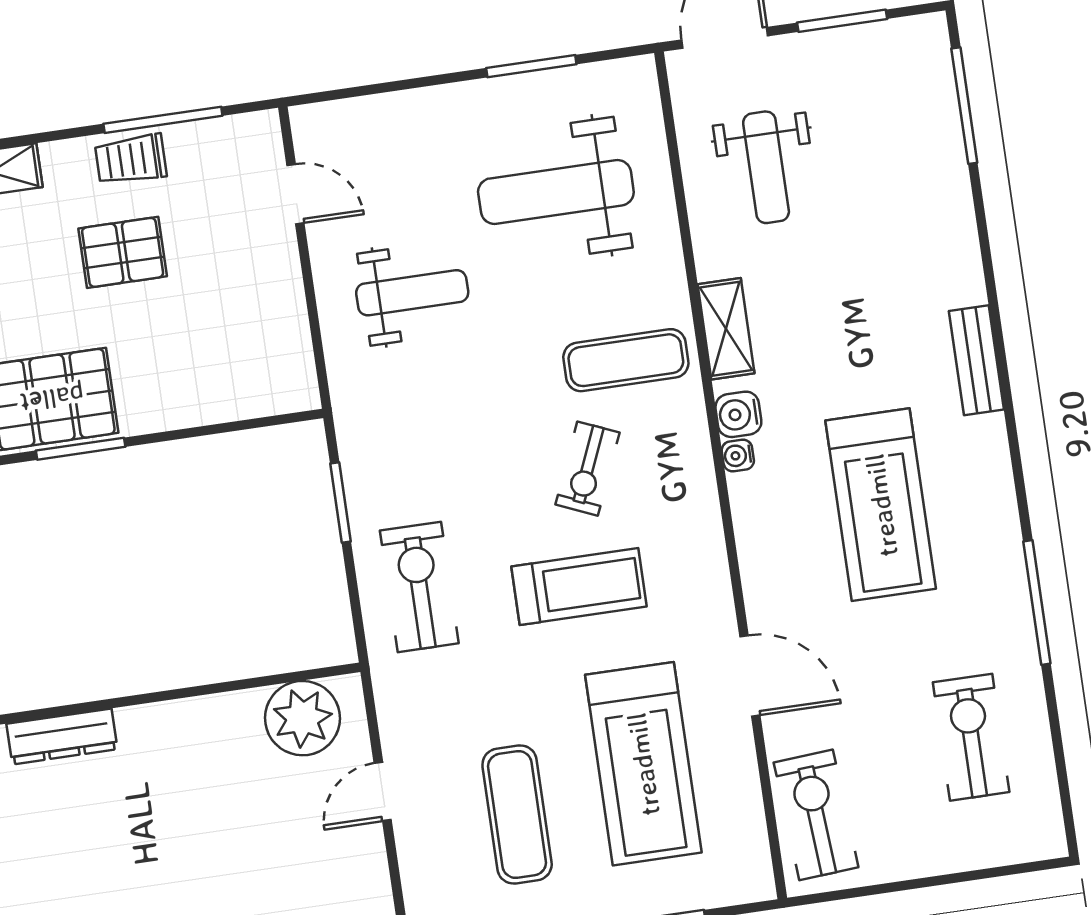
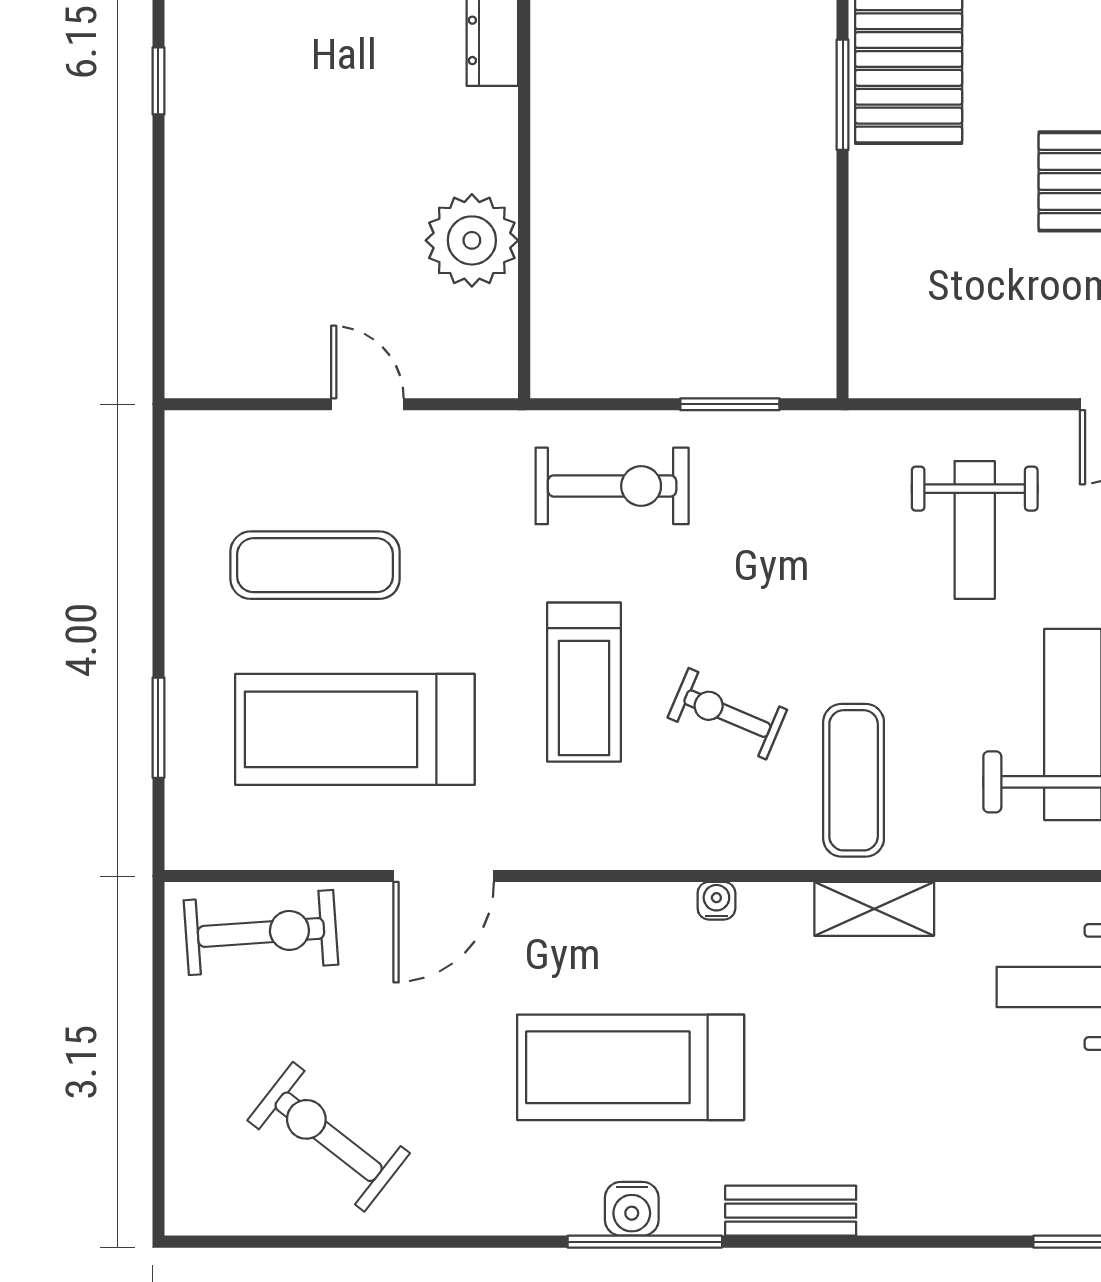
water cooler: (738, 414) -> (632, 1209), moved, turned 180
window: (1037, 603) -> (645, 1242), moved
plant: (302, 718) -> (472, 240), moved
exercise bike: (971, 737) -> (329, 1137), turned -142

